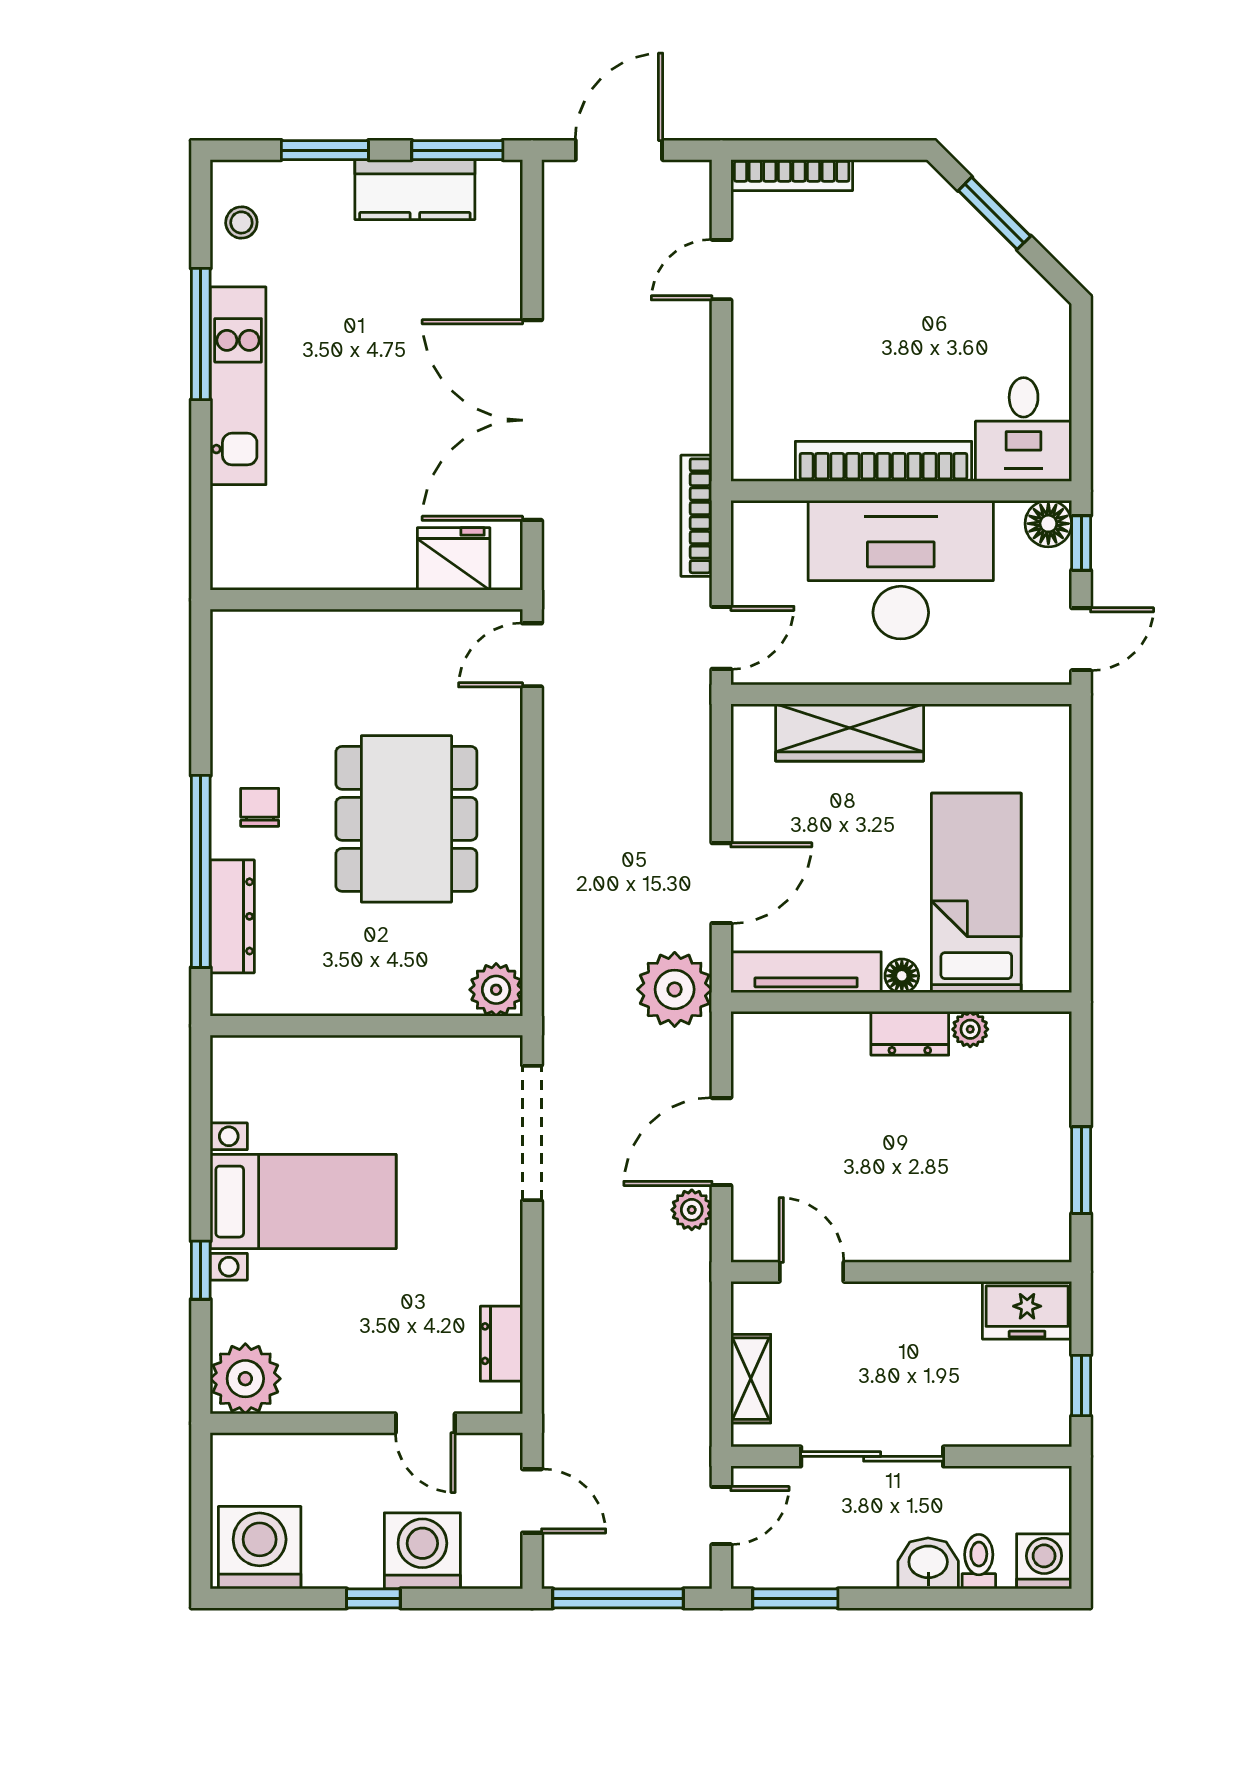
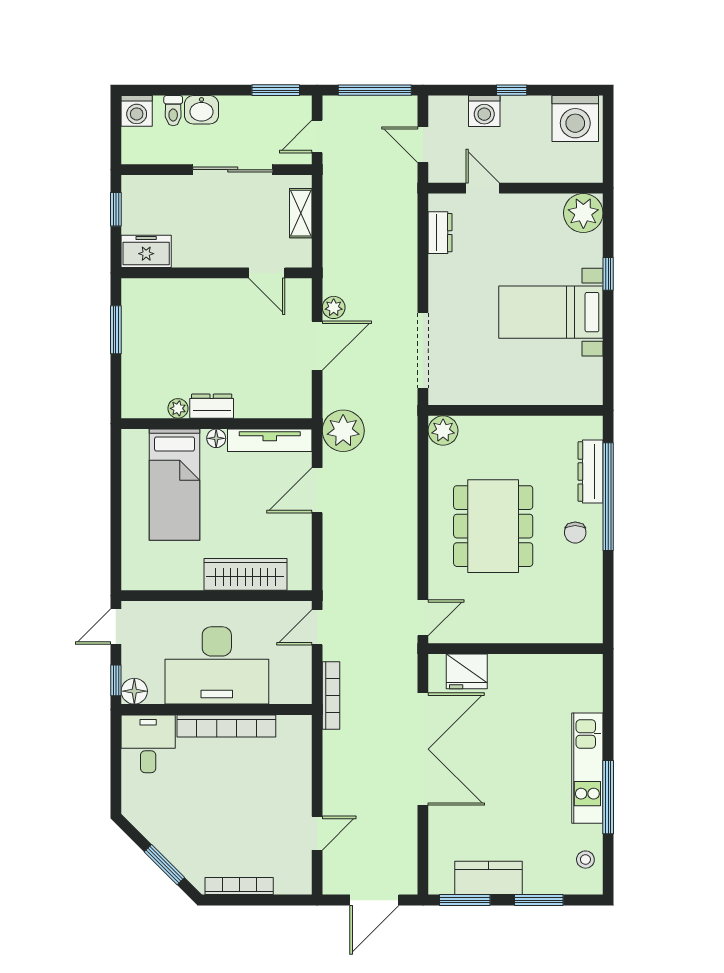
bookcase: (792, 175) -> (239, 886), moved
washing machine: (422, 1551) -> (484, 111), width x0.73, depth x0.73

